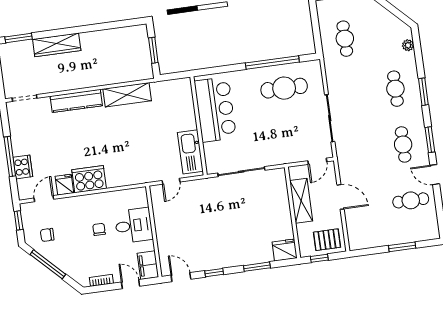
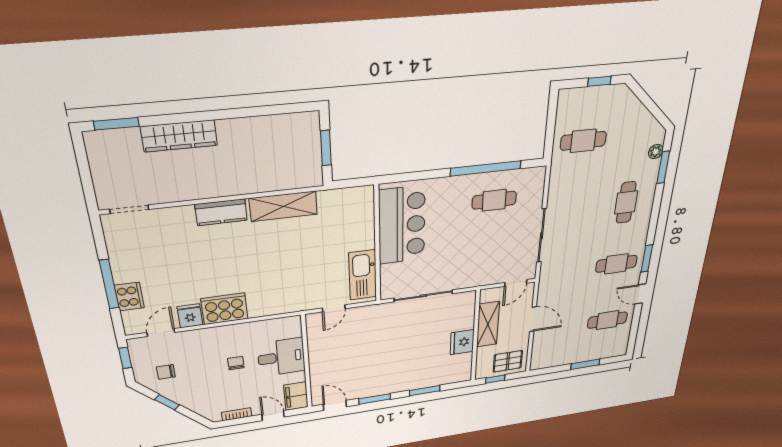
cafe table: (345, 39) -> (583, 141), turned 90
cafe table: (284, 88) -> (494, 200), width x0.73, depth x0.74
window: (423, 92) -> (663, 167), moved
kitchen counter: (76, 101) -> (221, 212), width x0.67
cafe table: (403, 144) -> (616, 264), turned 90
fridge: (285, 250) -> (462, 342), moved, turned -90
window: (48, 264) -> (167, 402), width x0.46
window: (214, 273) -> (375, 399), width x1.50

